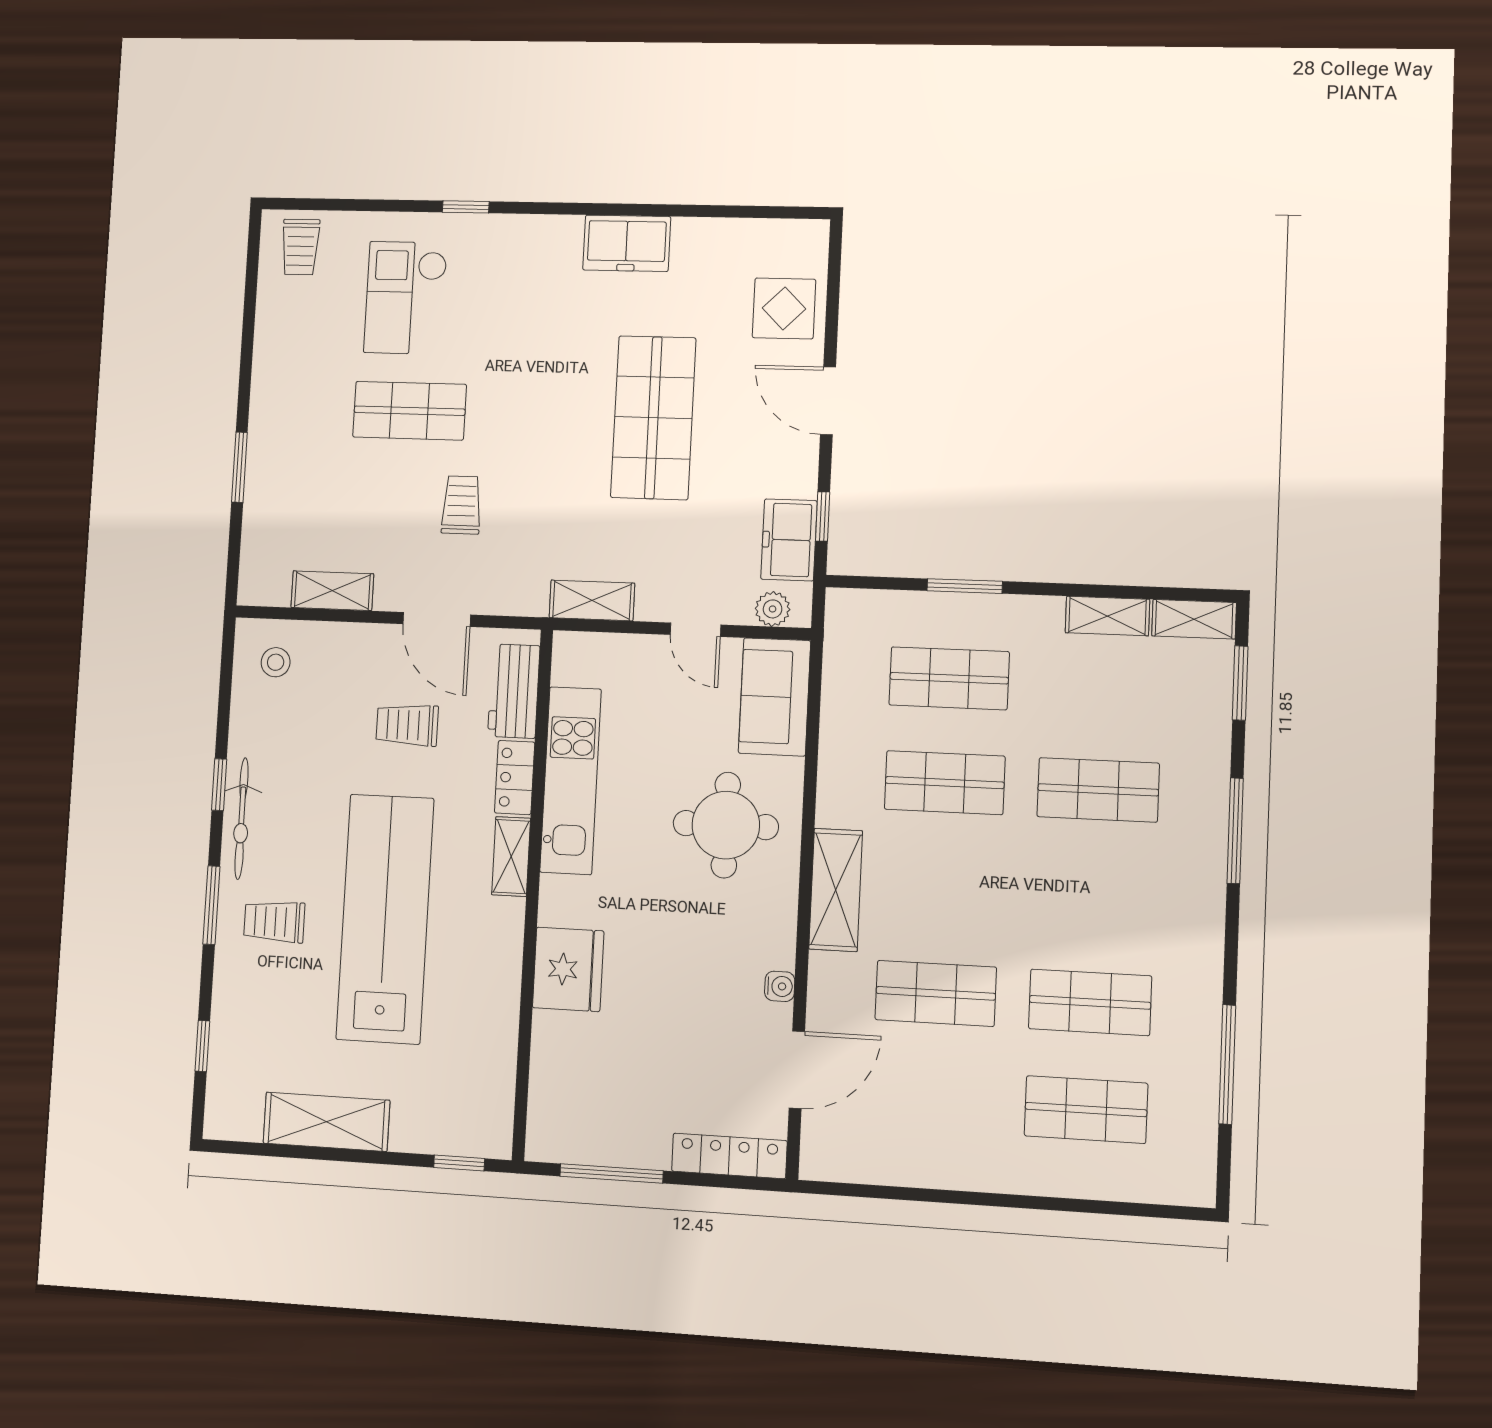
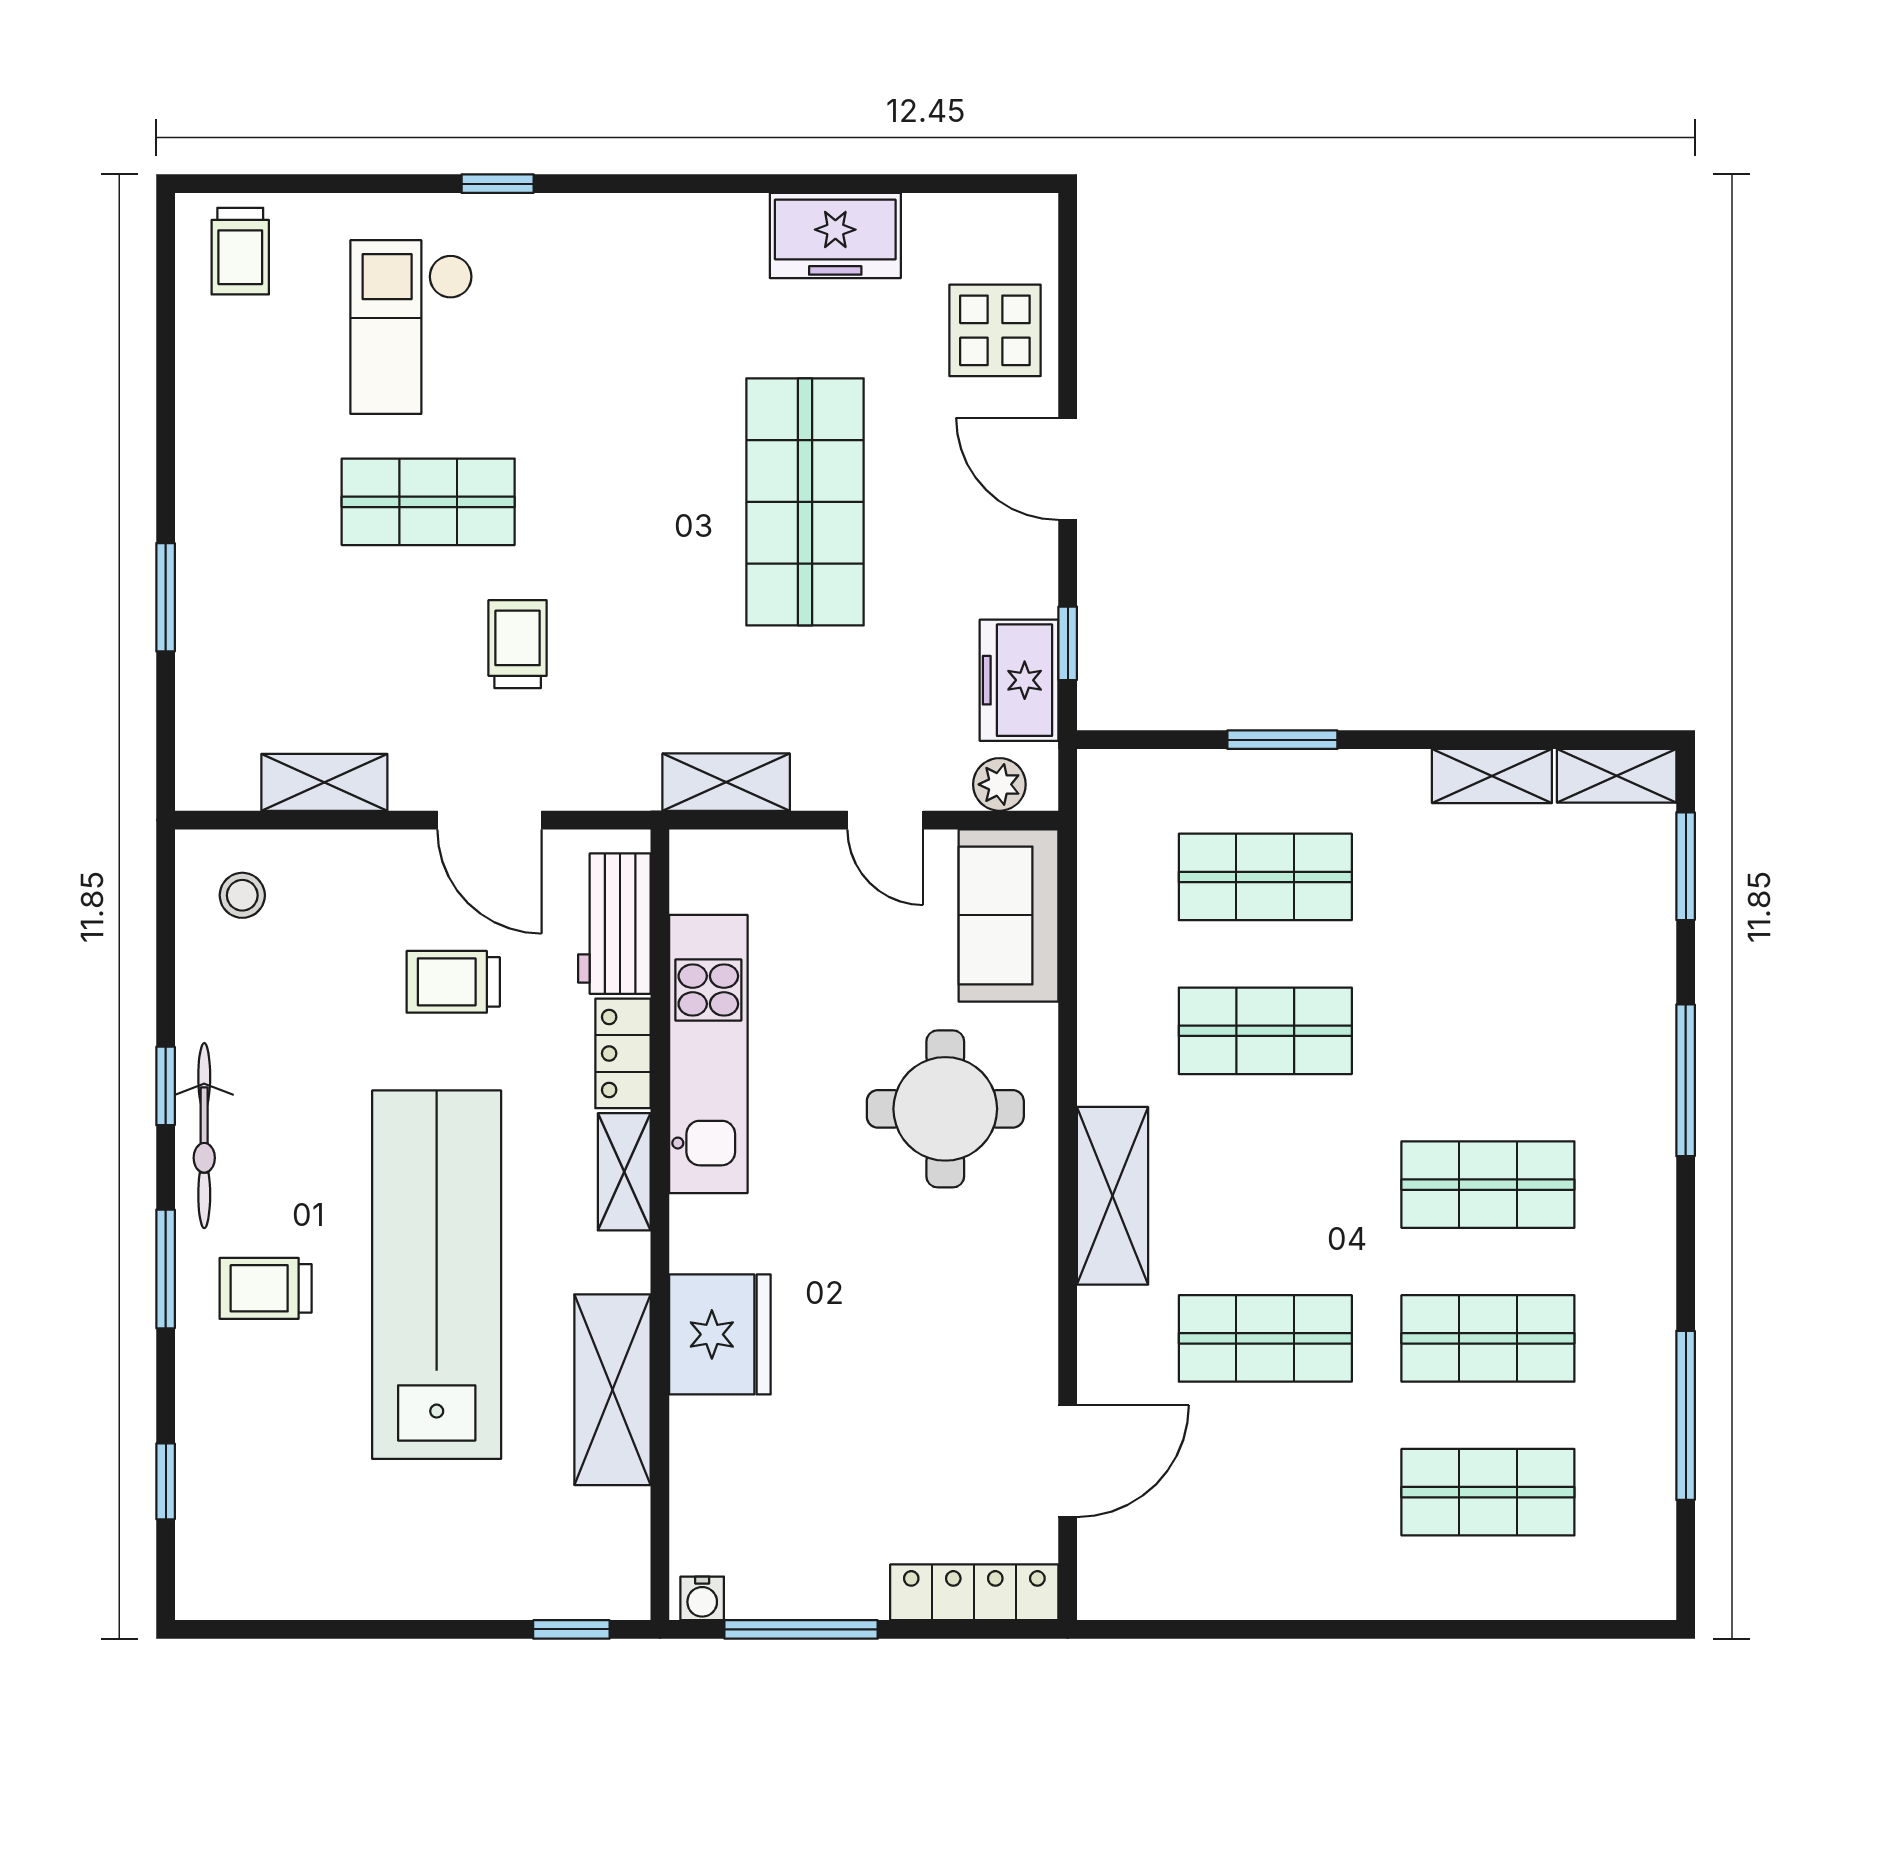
freezer: (627, 243) -> (835, 235), moved
shop shelf: (1098, 790) -> (1488, 1185), moved
water cooler: (780, 986) -> (702, 1598), moved, turned 90
shelving: (326, 1122) -> (612, 1390), moved, turned 90

